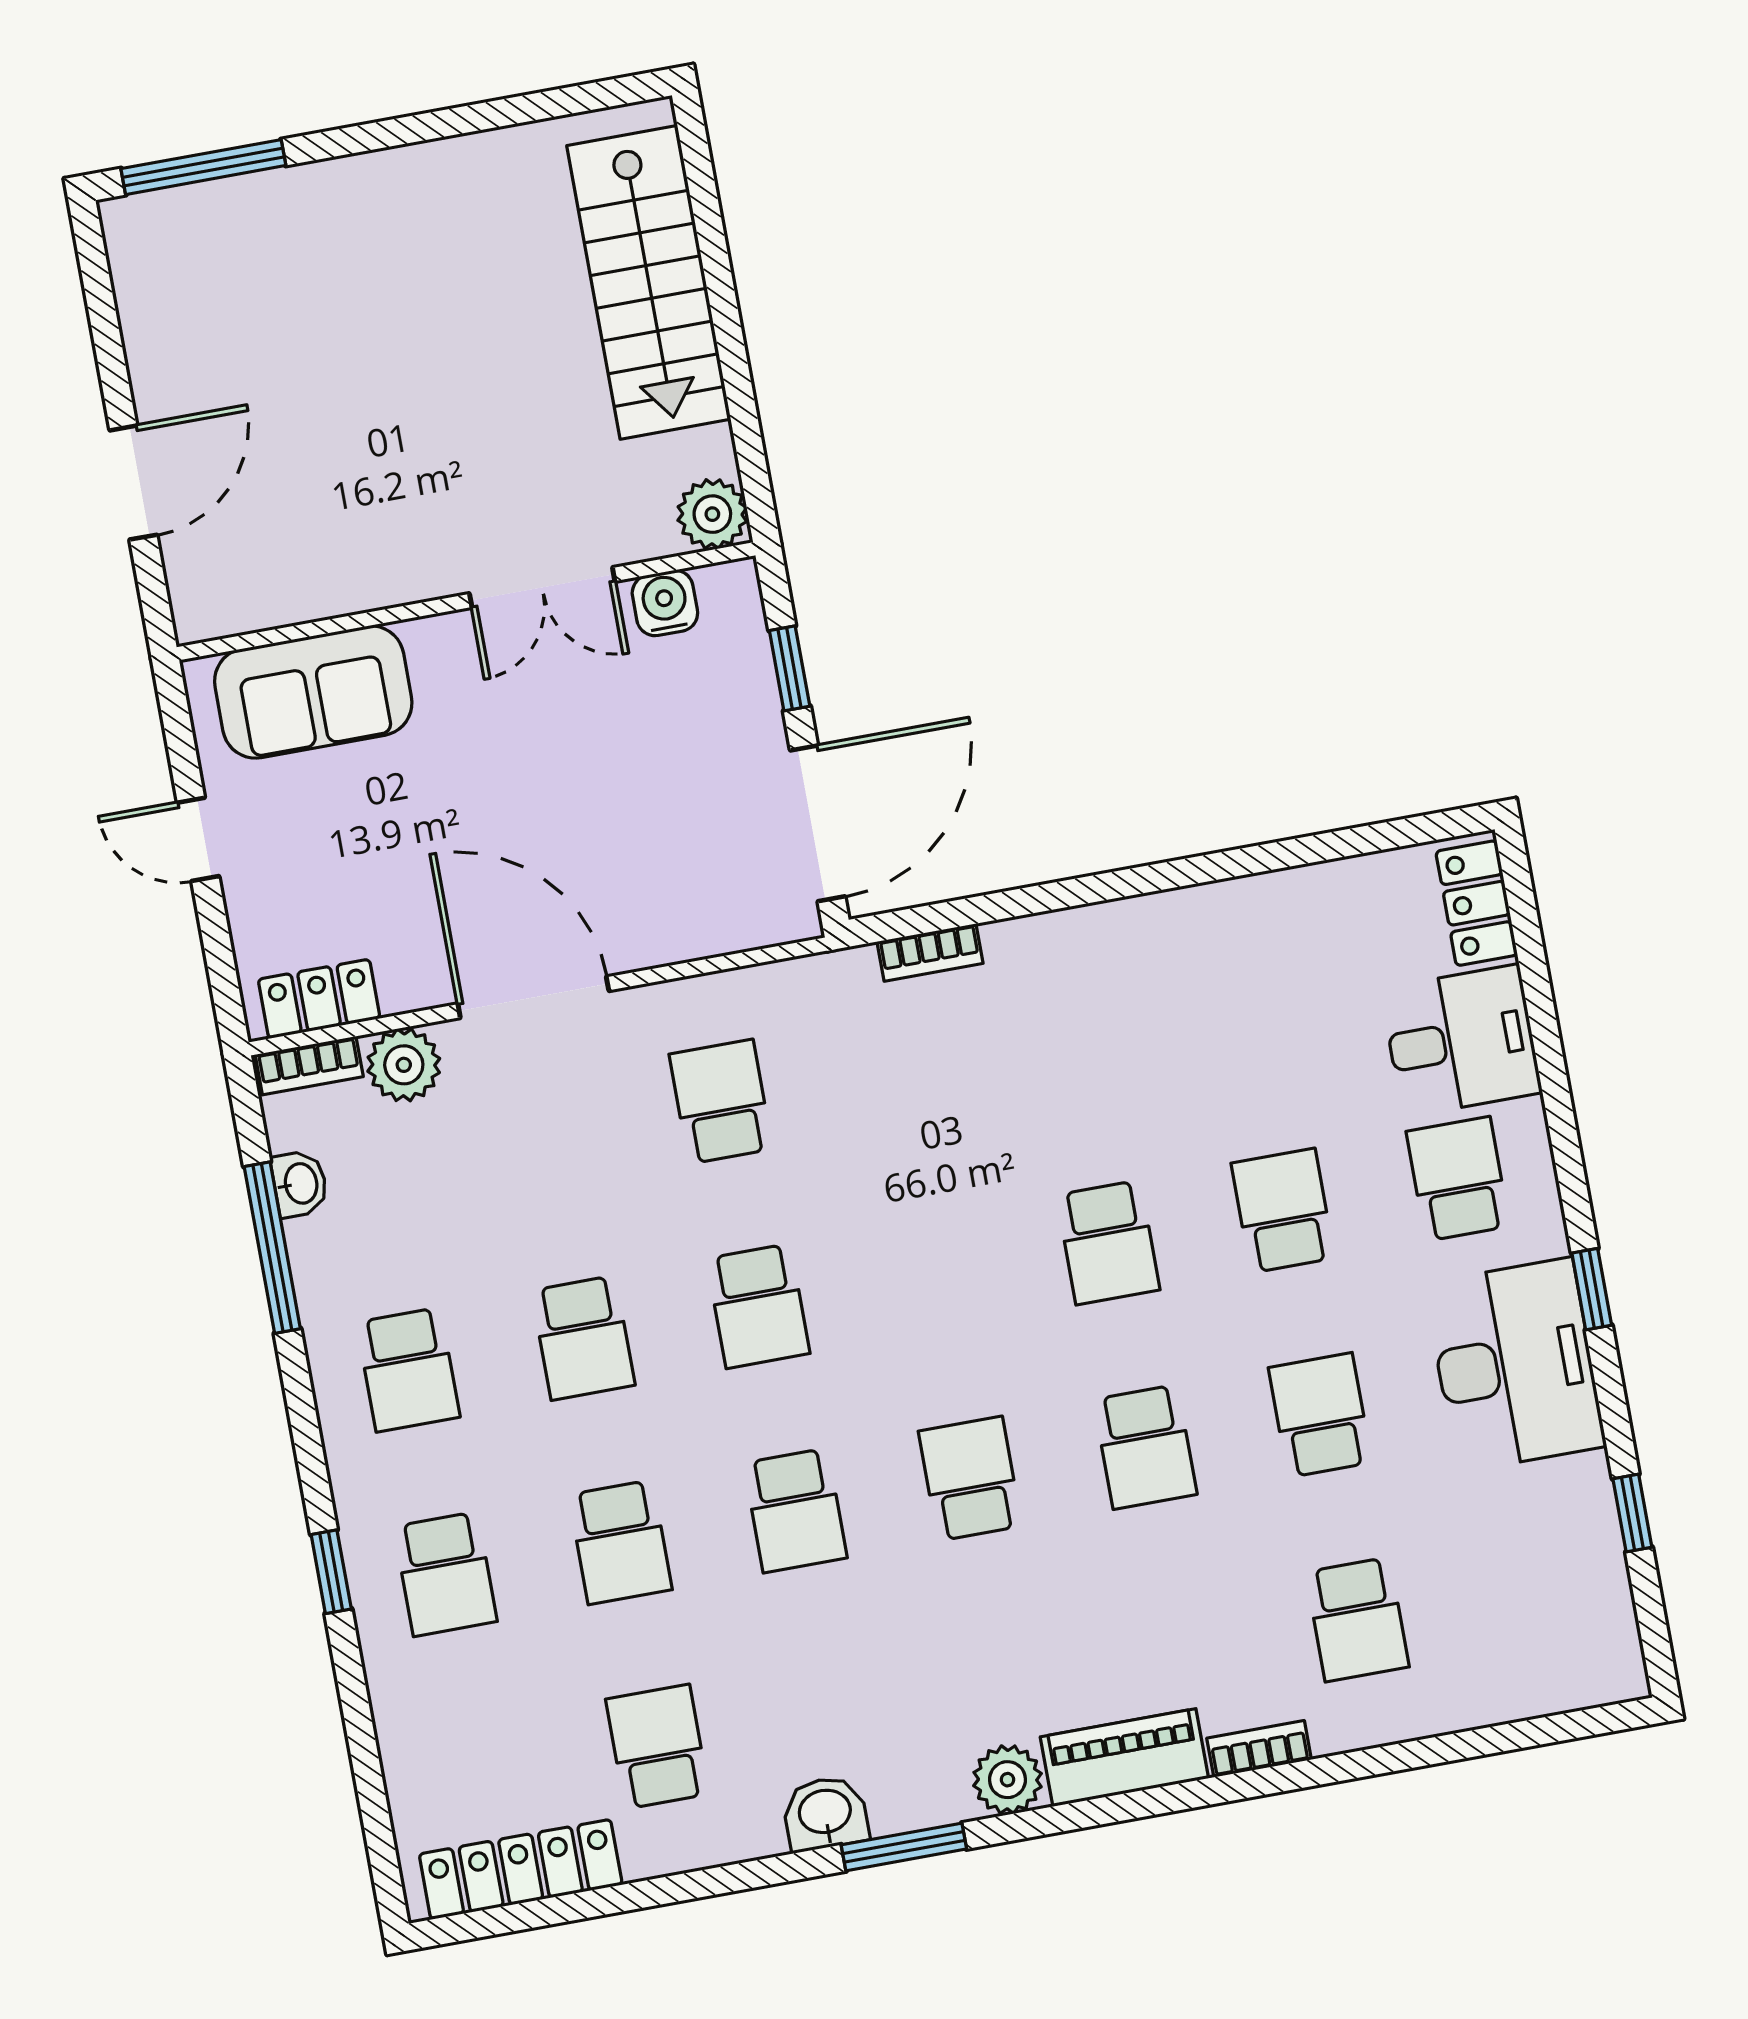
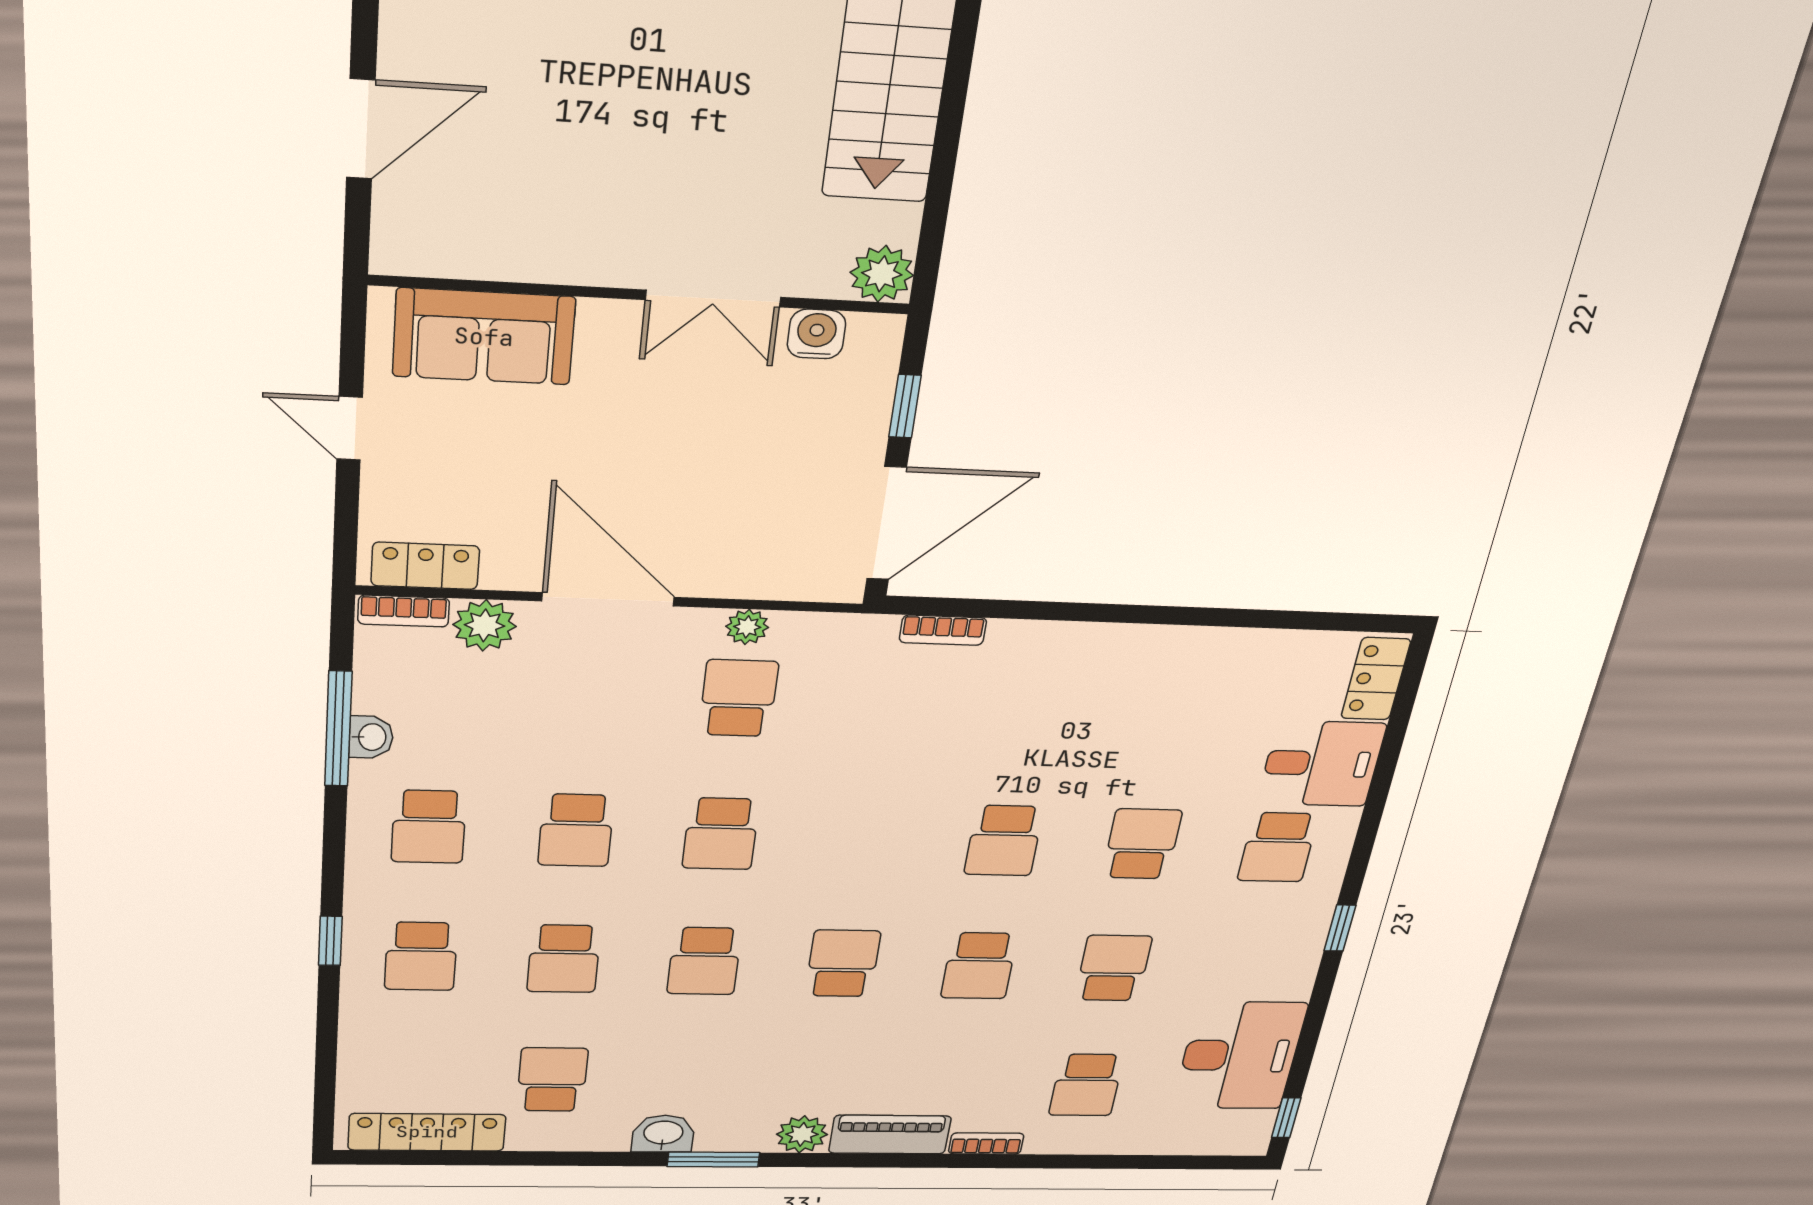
plant: (702, 999) -> (747, 627), added
school desk: (1458, 1179) -> (1278, 847), turned 180
washbasin: (300, 1184) -> (371, 737), moved
desk: (1515, 1365) -> (1240, 1056), moved
window: (1632, 1513) -> (1286, 1118), moved

